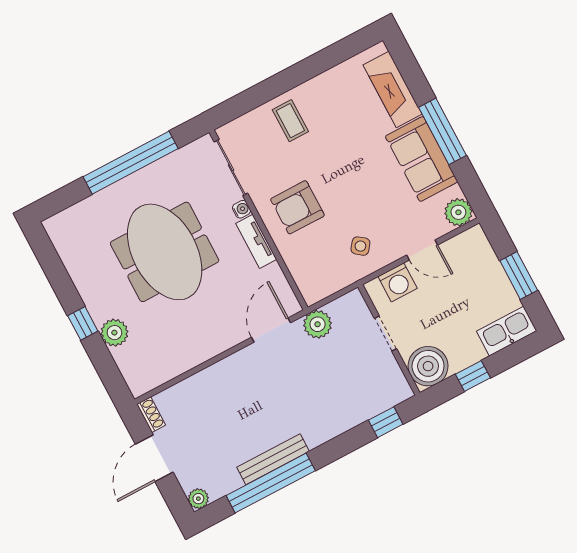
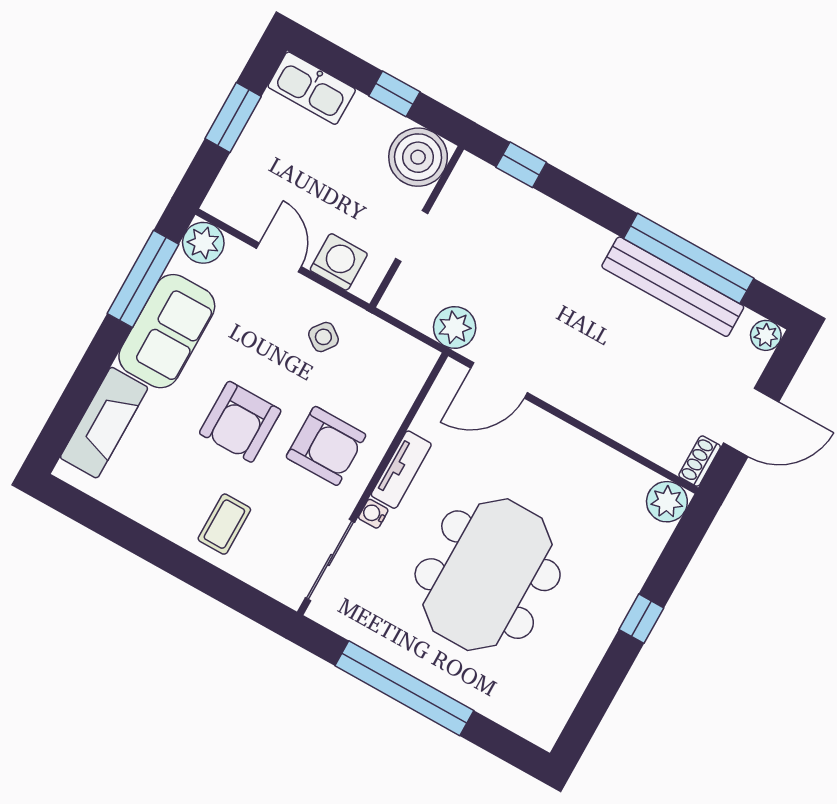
window: (442, 131) -> (143, 279), moved
armchair: (343, 167) -> (240, 422), added
plant: (114, 333) -> (667, 502), moved
bench: (273, 459) -> (673, 287), width x1.37, depth x1.21

